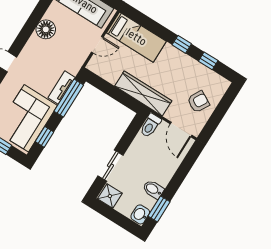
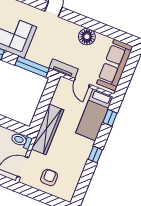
window: (208, 61) -> (110, 118), moved
tv unit: (62, 88) -> (64, 69), moved
armchair: (198, 102) -> (49, 177), turned -119

